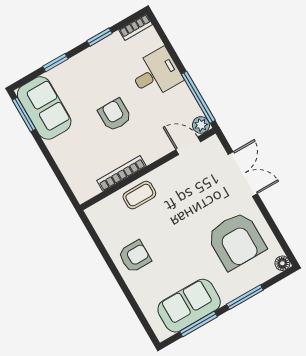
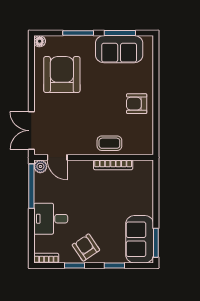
armchair: (115, 115) -> (86, 247), moved, turned 146
double door: (243, 174) -> (31, 131), moved

